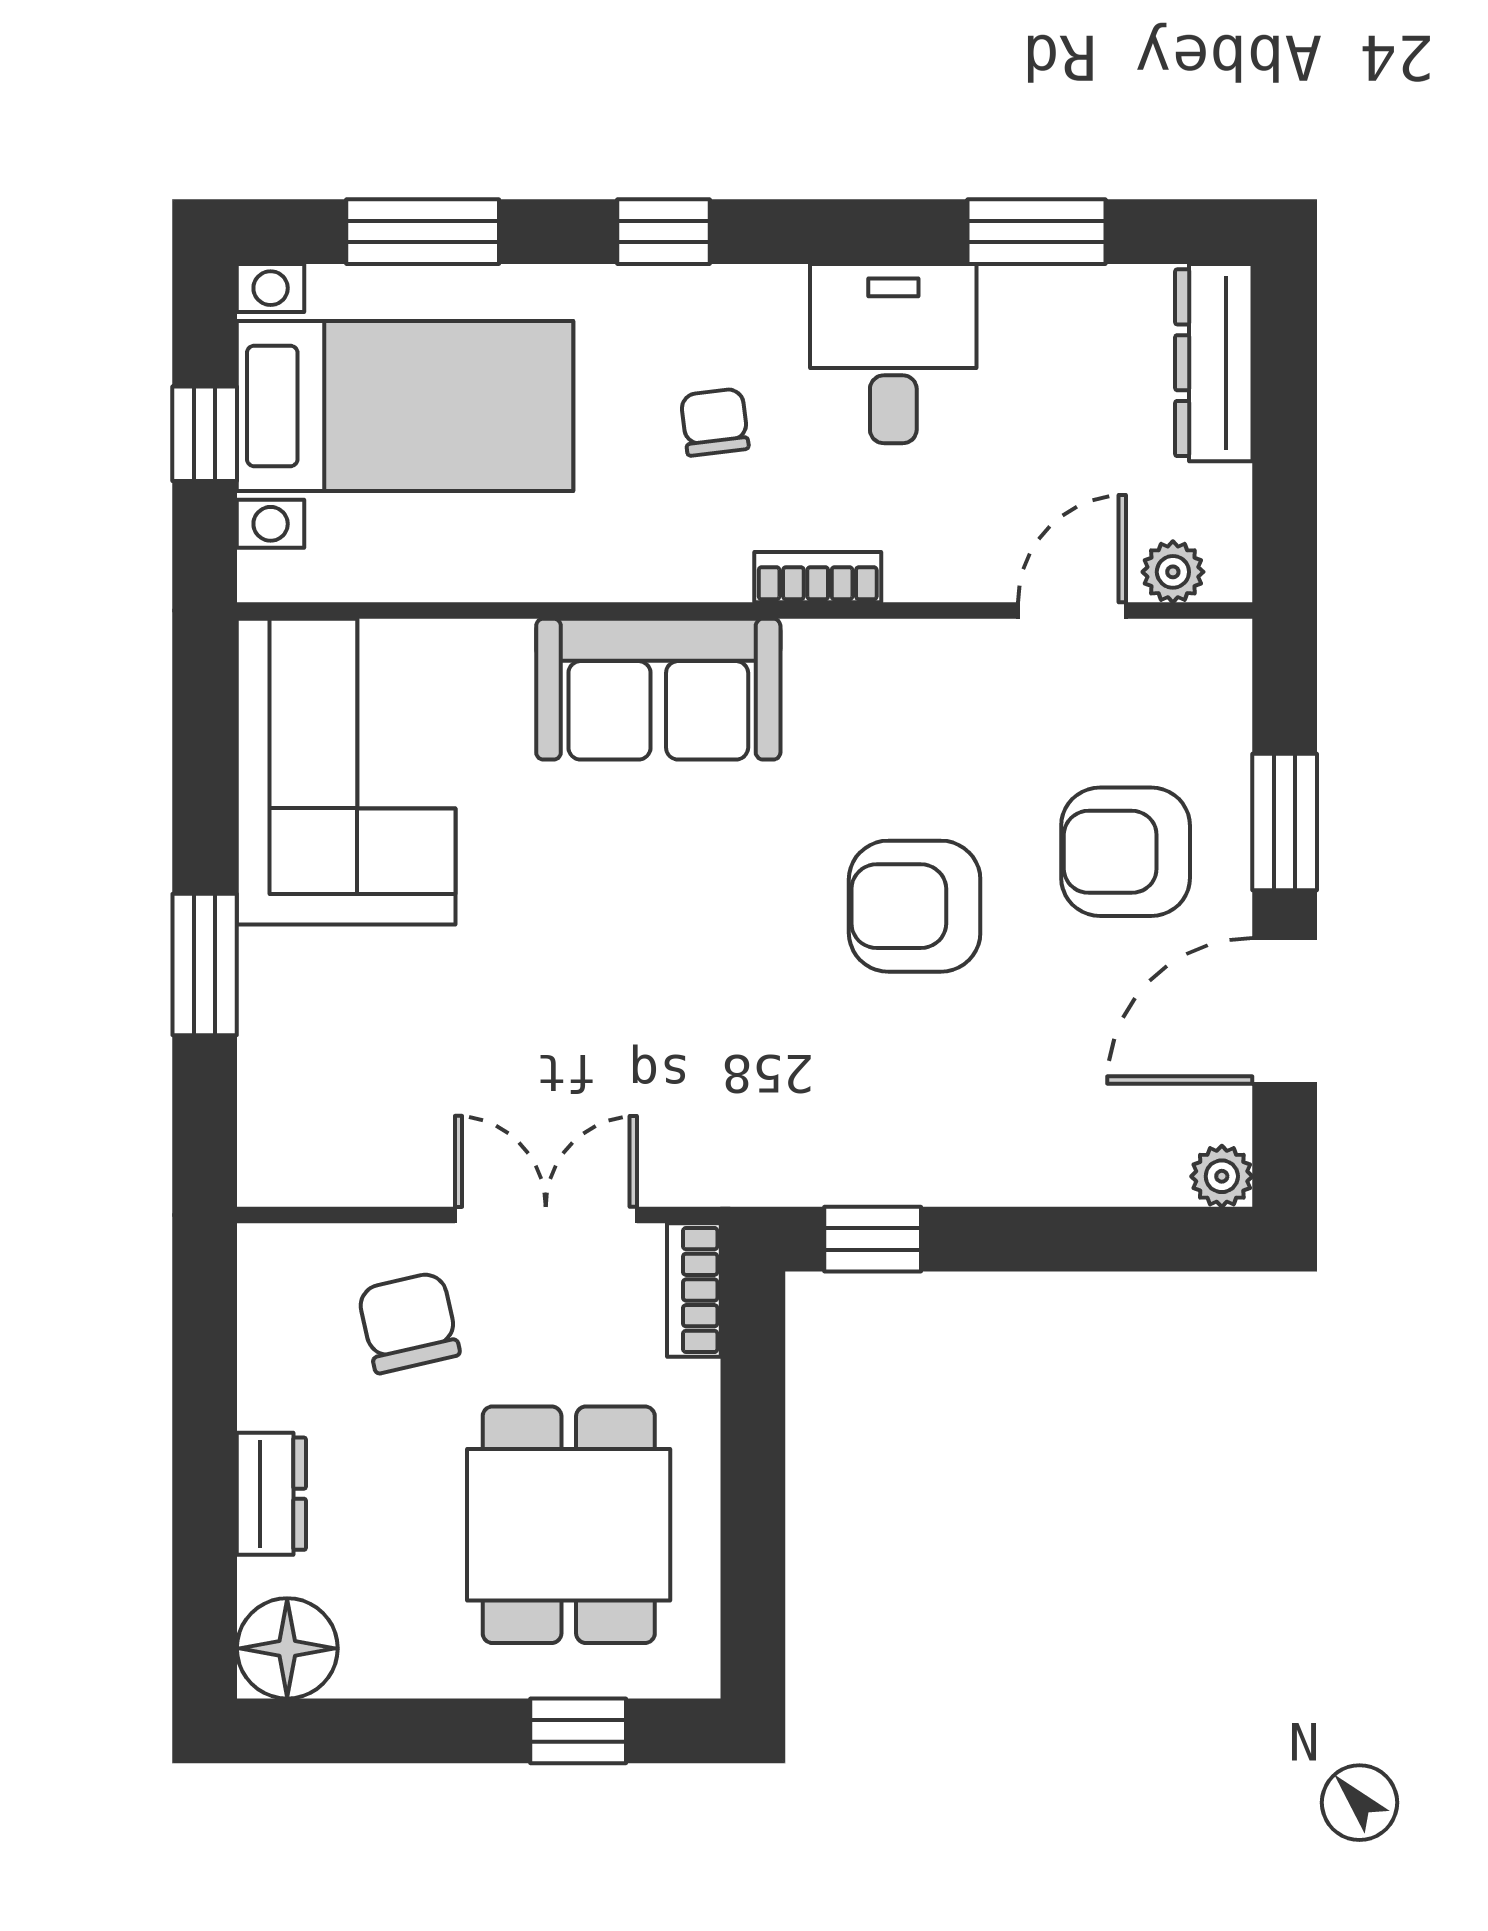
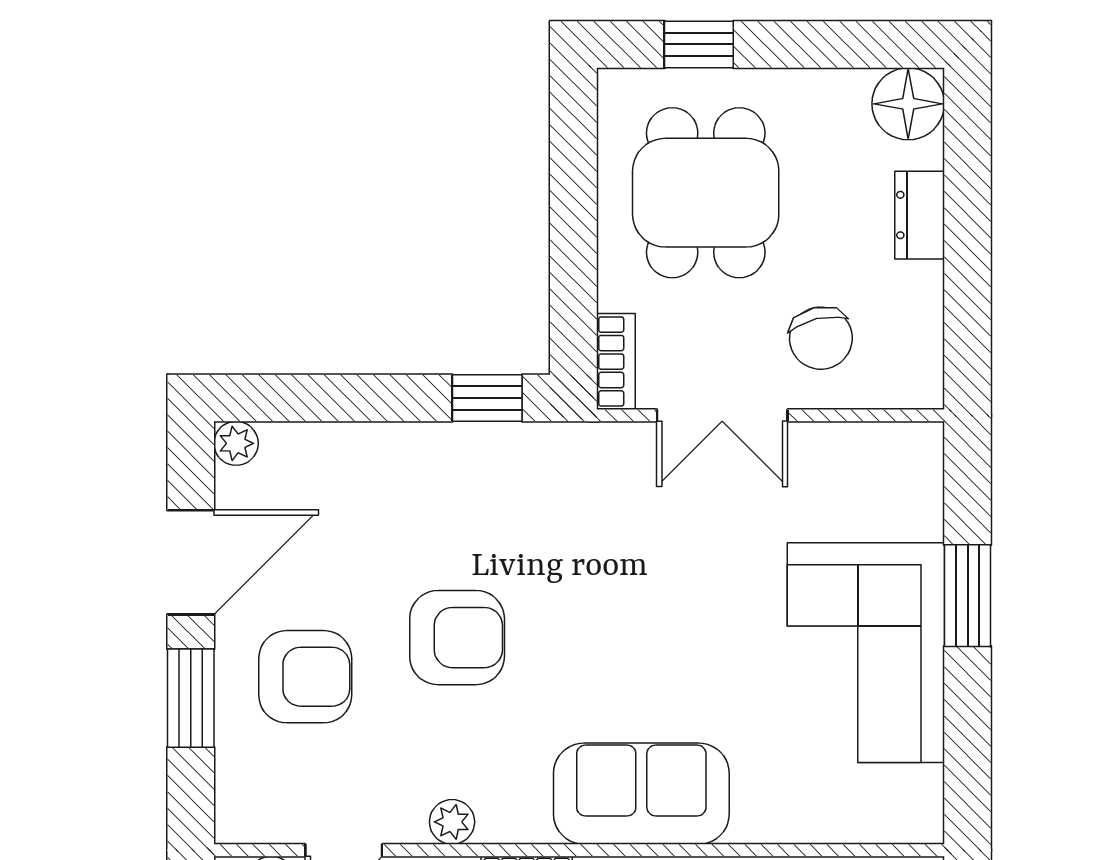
plant: (922, 650) -> (452, 822), added
corner sofa: (346, 772) -> (866, 653), moved

